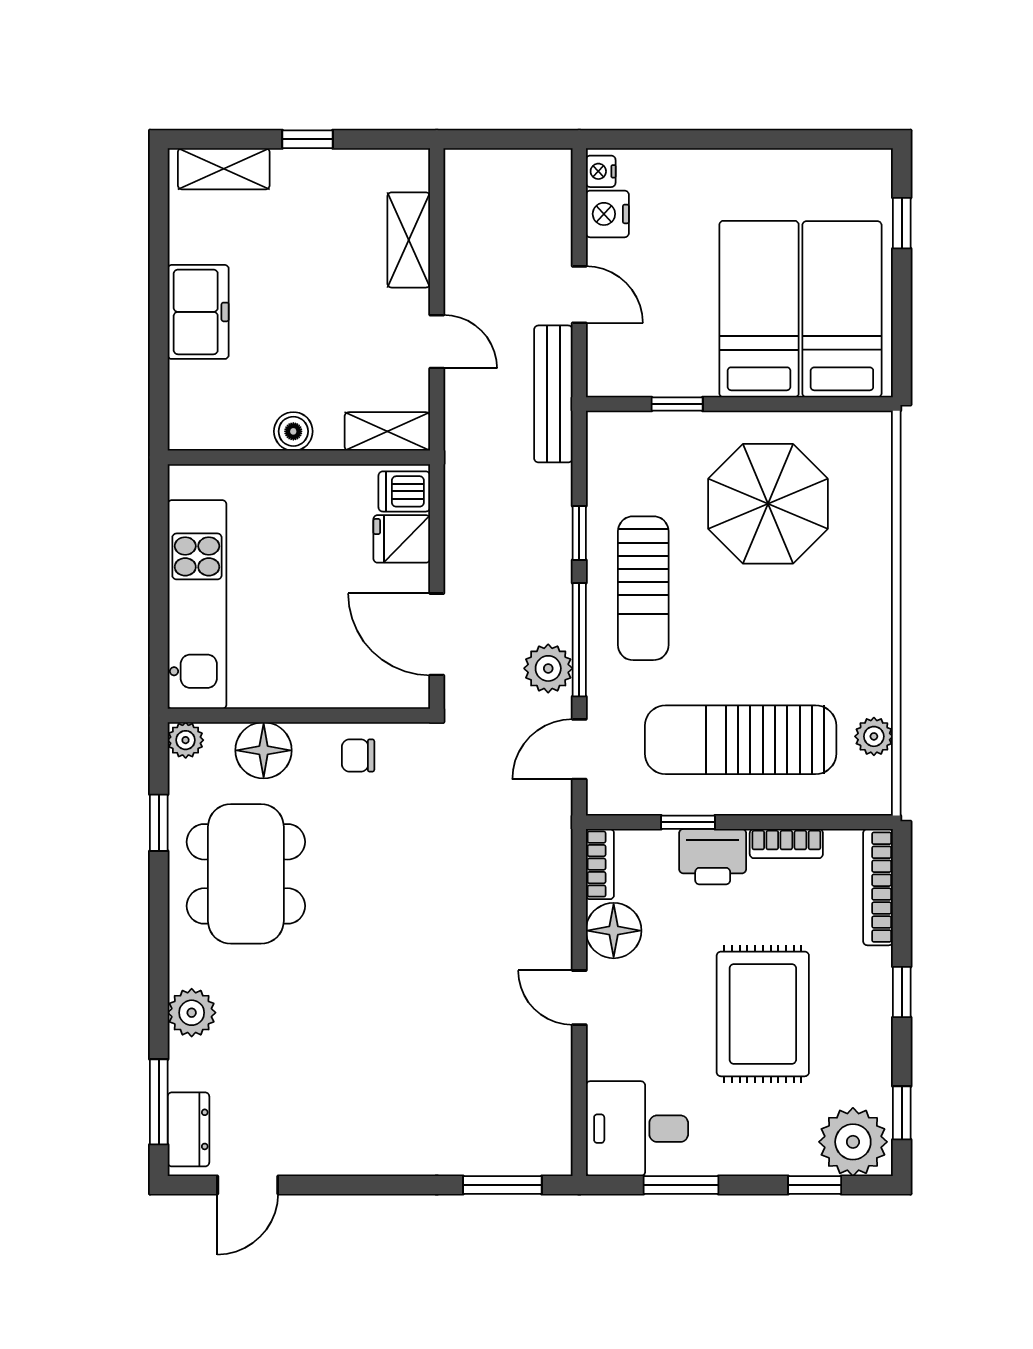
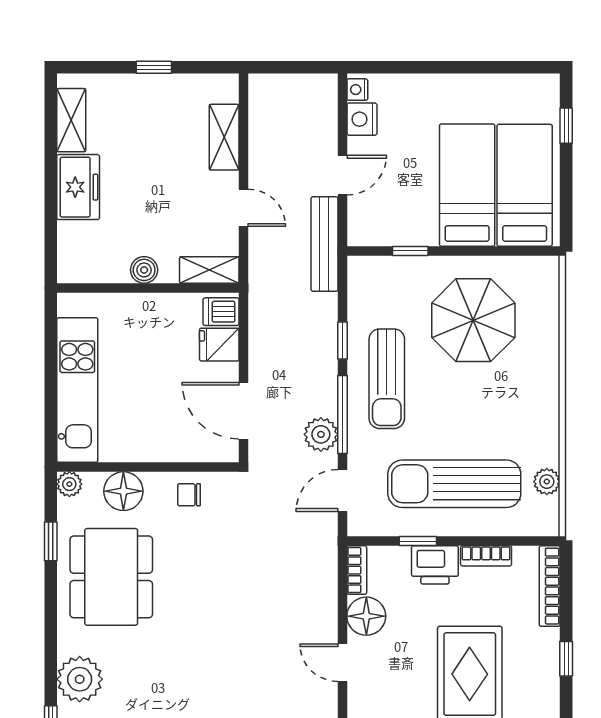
shelving: (224, 169) -> (71, 120), moved, turned 90
door: (579, 295) -> (342, 175), hinge flipped
plant: (192, 1013) -> (80, 679), width x1.36, depth x1.36

